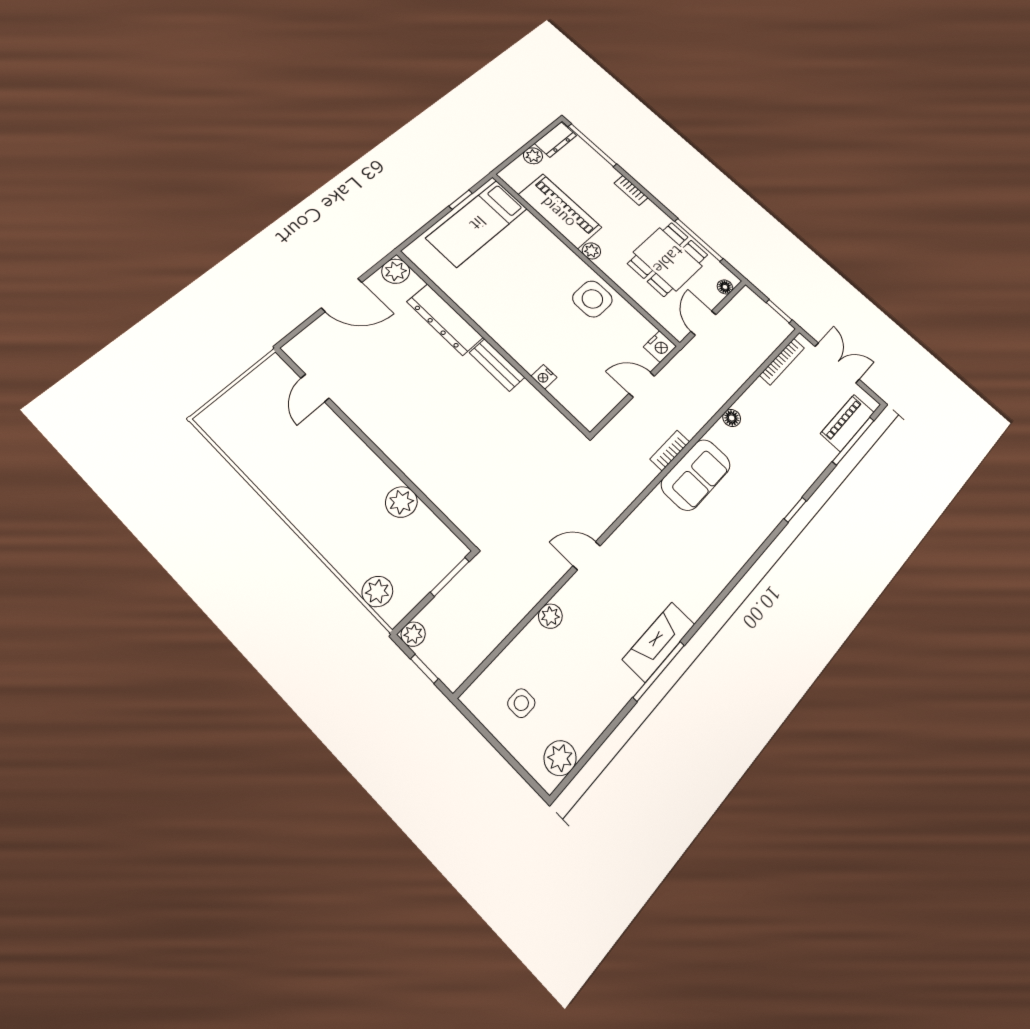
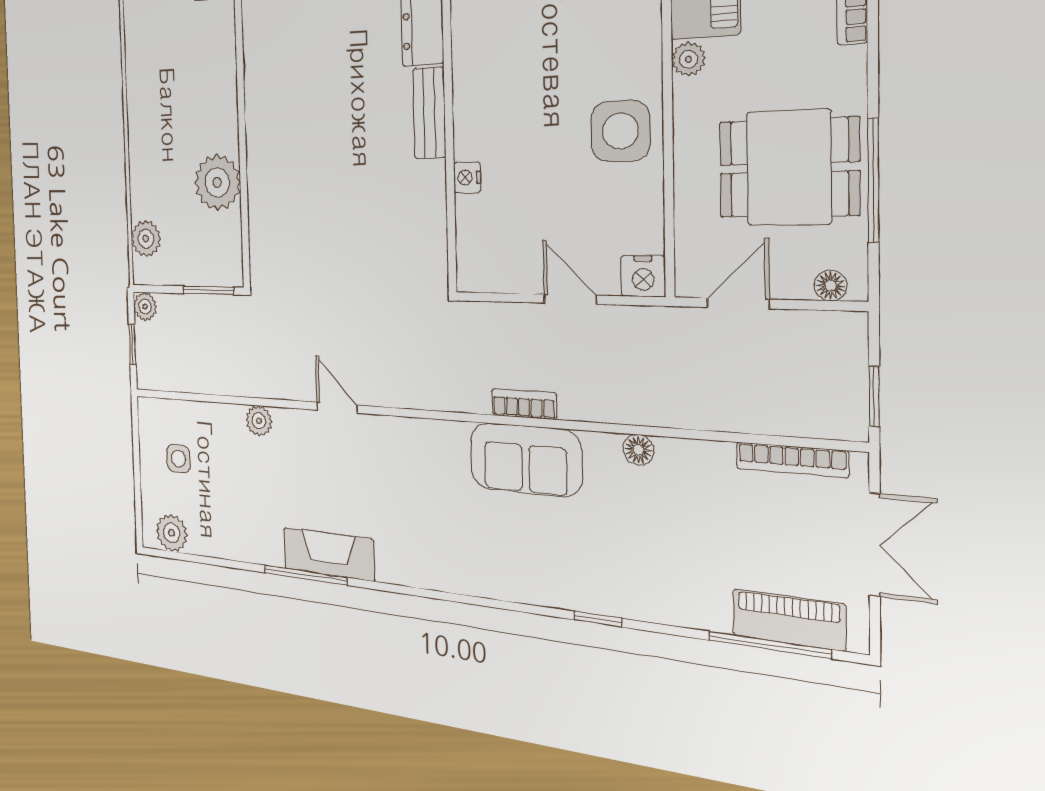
plant: (401, 502) -> (217, 182), width x1.36, depth x1.36

